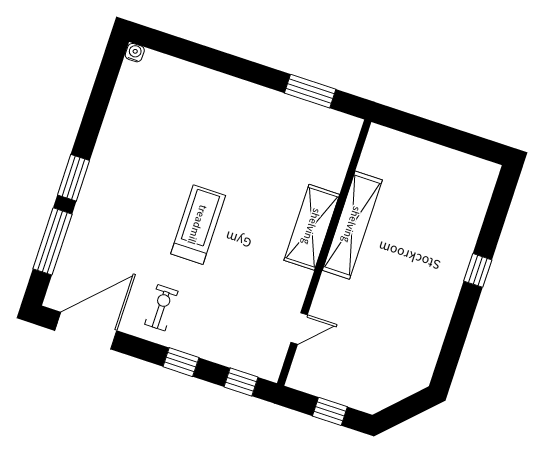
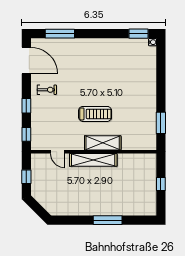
window: (439, 134) -> (161, 184), added
window: (74, 178) -> (139, 34), moved
treadmill: (198, 225) -> (95, 114), moved
shelving: (352, 225) -> (93, 160), moved
window: (478, 270) -> (108, 220), width x2.17

